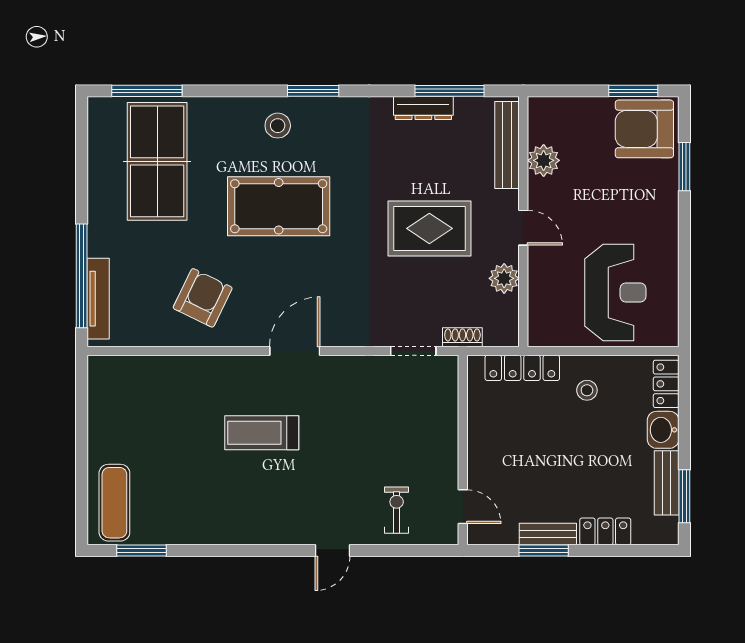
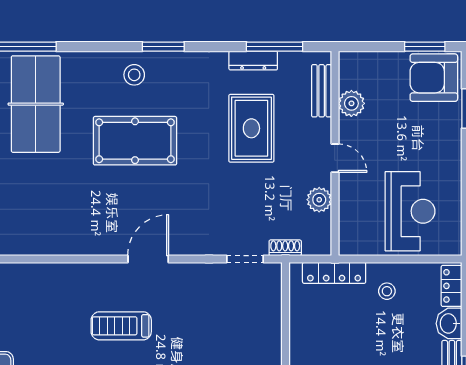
bench: (507, 145) -> (322, 91), width x0.73
rug: (429, 228) -> (251, 128), moved, turned 90
armchair: (203, 298) -> (73, 216), removed

